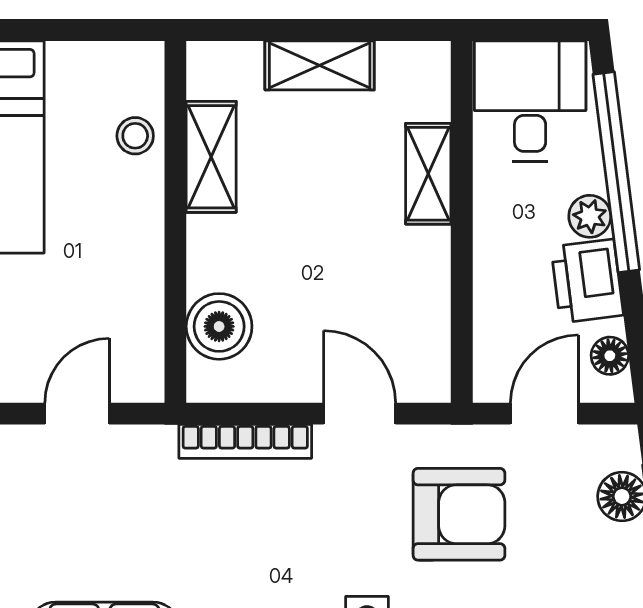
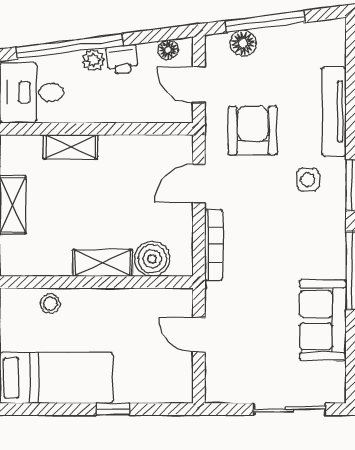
shelving: (211, 157) -> (103, 263), moved
printer: (587, 281) -> (122, 59), width x0.73, depth x0.81

